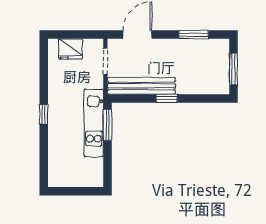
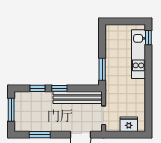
window: (197, 98) -> (37, 88), added
window: (44, 114) -> (148, 38), moved
kitchen unit: (94, 123) -> (138, 54), moved, turned 180

